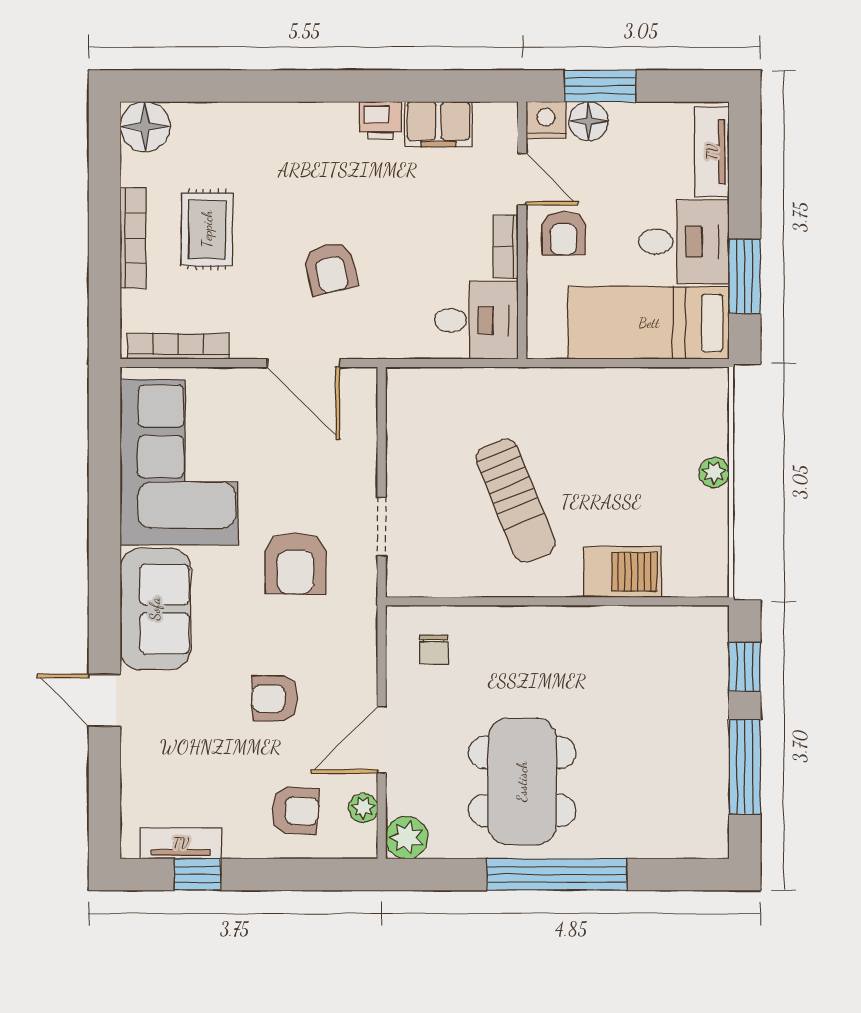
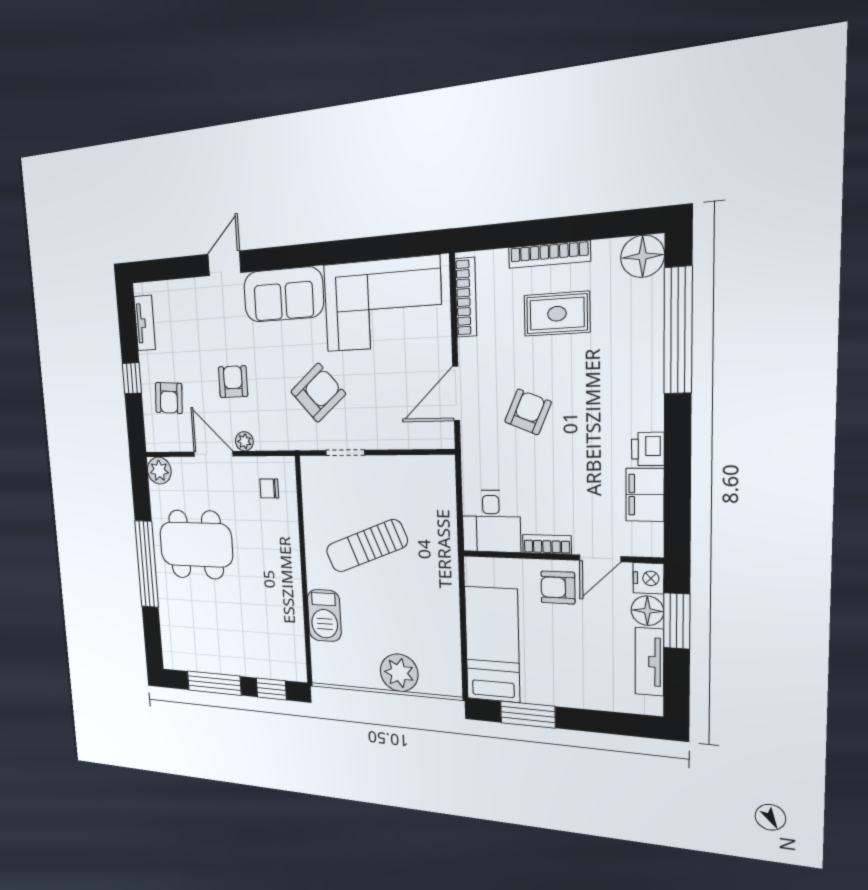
window: (236, 86) -> (678, 330), added
tv unit: (712, 152) -> (649, 662), moved, turned -90
desk: (684, 242) -> (553, 674), removed
armchair: (330, 268) -> (528, 412), turned 126
plant: (714, 472) -> (399, 673), width x1.88, depth x1.88
armchair: (296, 563) -> (318, 393), turned 139
plant: (363, 808) -> (244, 441), moved
window: (198, 874) -> (132, 378), moved

